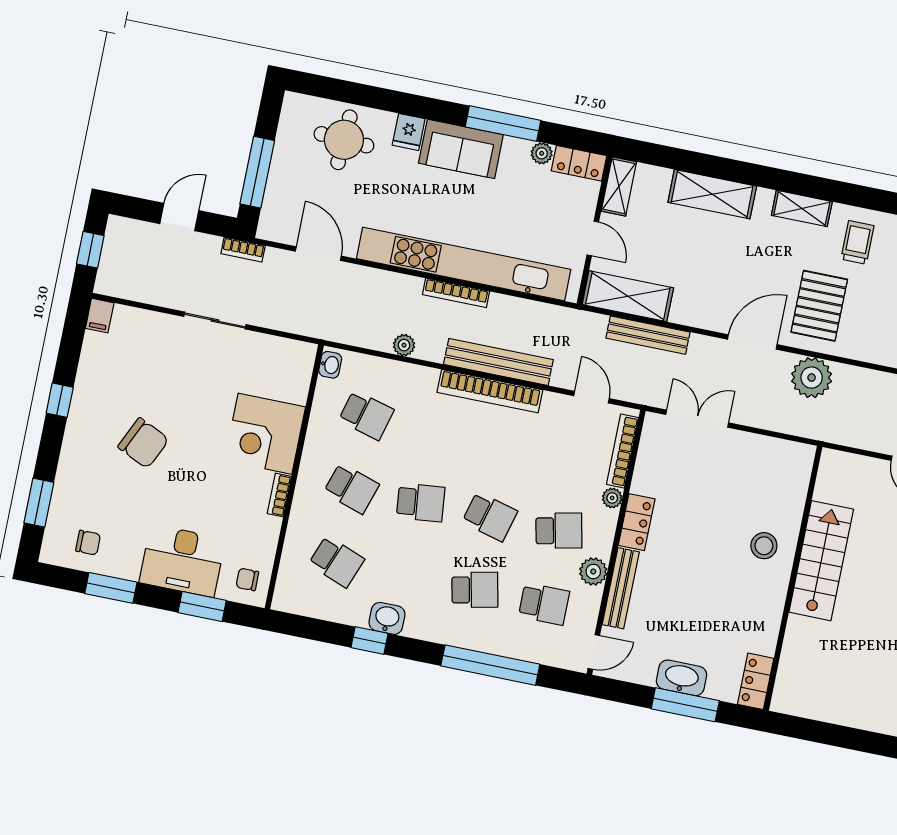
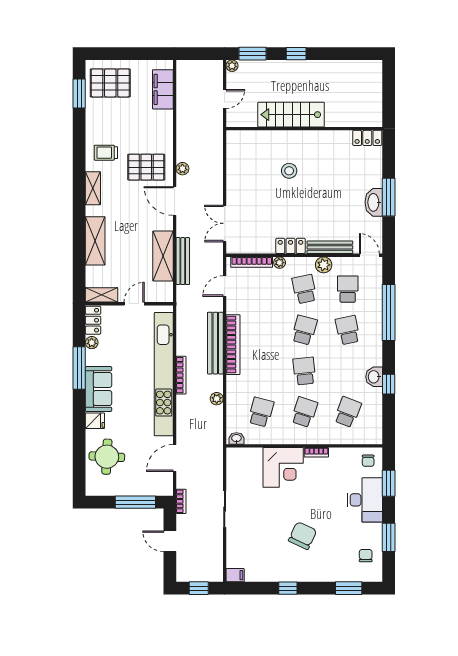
shelving: (628, 296) -> (163, 256), moved
plant: (812, 378) -> (182, 169), width x0.53, depth x0.53
stairs: (821, 561) -> (291, 115), moved
wall: (793, 578) -> (304, 129), moved
locker: (756, 681) -> (367, 138), moved

